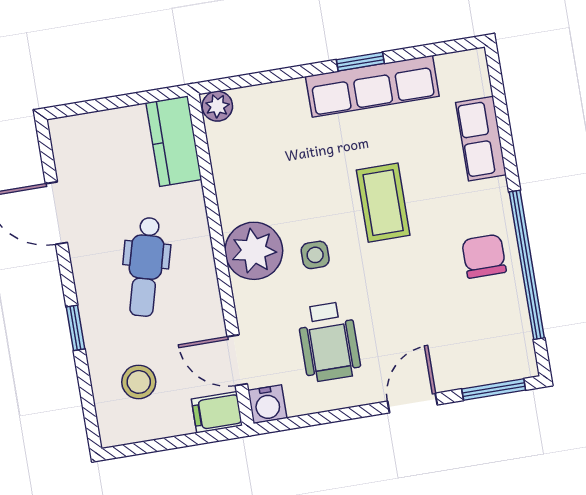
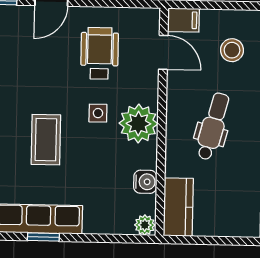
water cooler: (267, 404) -> (145, 182), moved, turned 90

